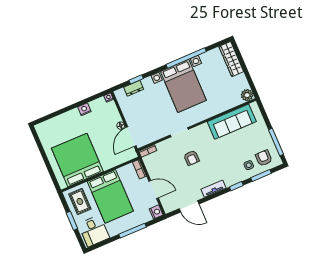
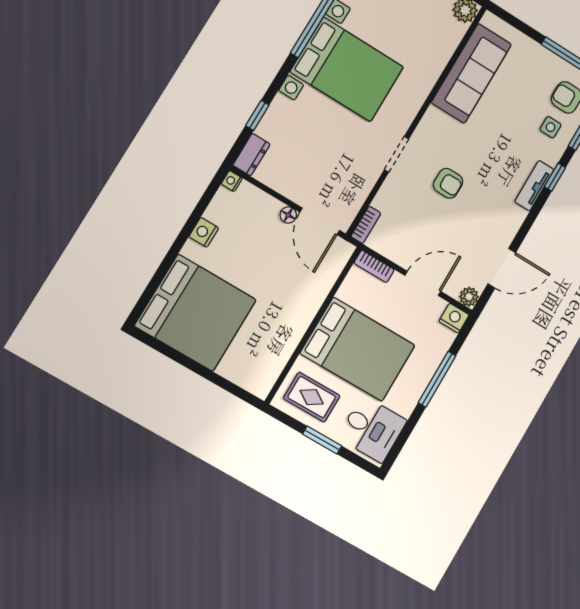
dresser: (134, 88) -> (251, 155), moved
bed: (77, 160) -> (196, 313), moved, turned 180
tv unit: (214, 189) -> (534, 186), moved
plant: (168, 208) -> (469, 297), added

